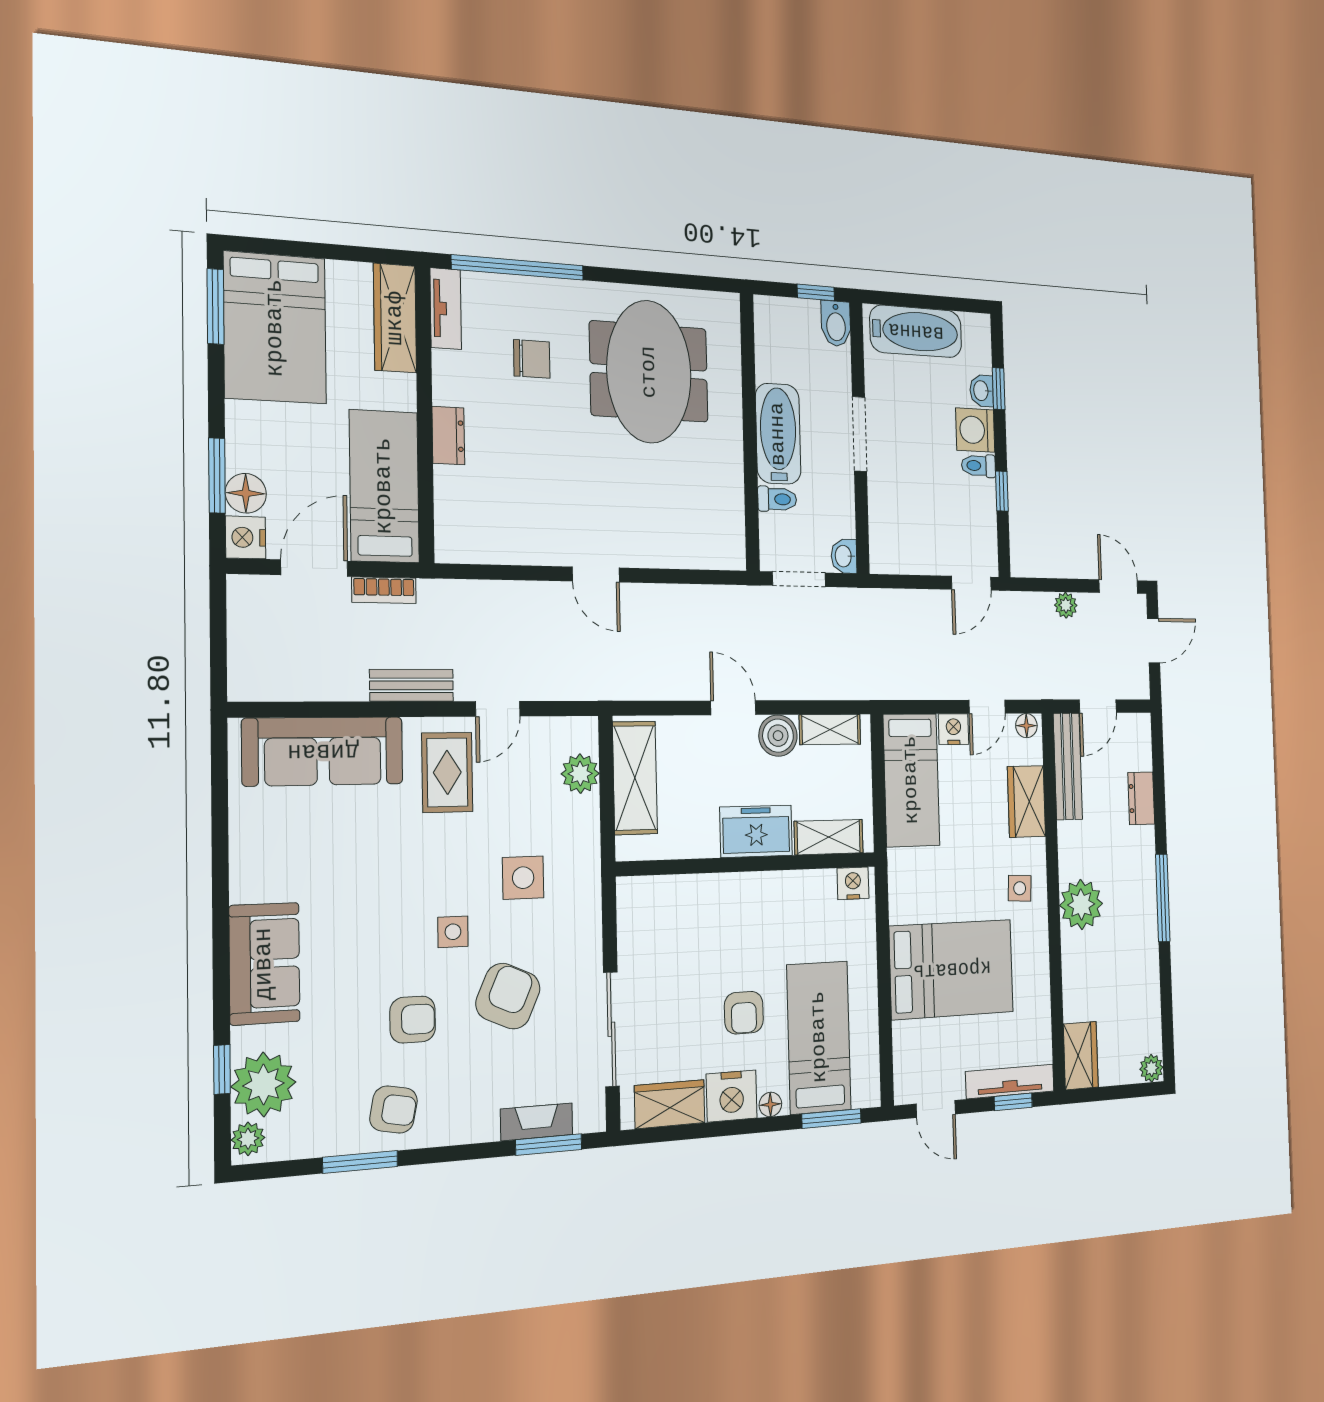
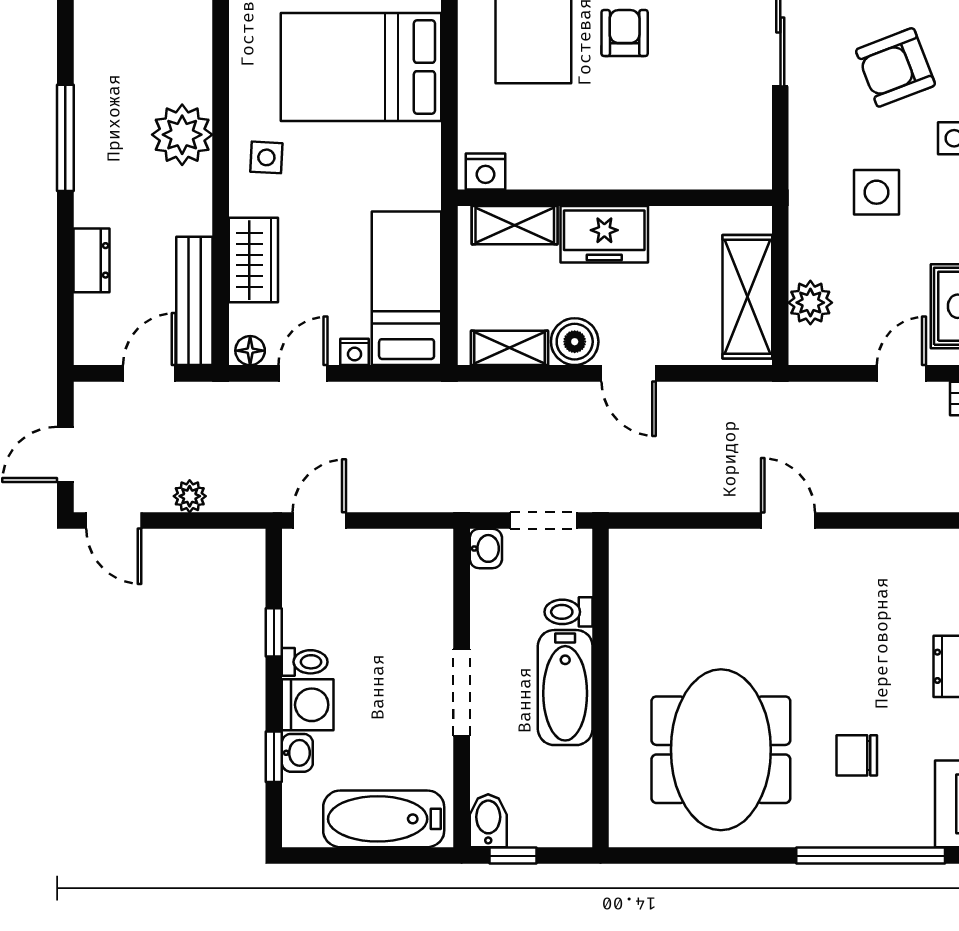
nightstand: (954, 729) -> (355, 352), width x0.72, depth x0.74
armchair: (508, 996) -> (895, 67), turned 45

